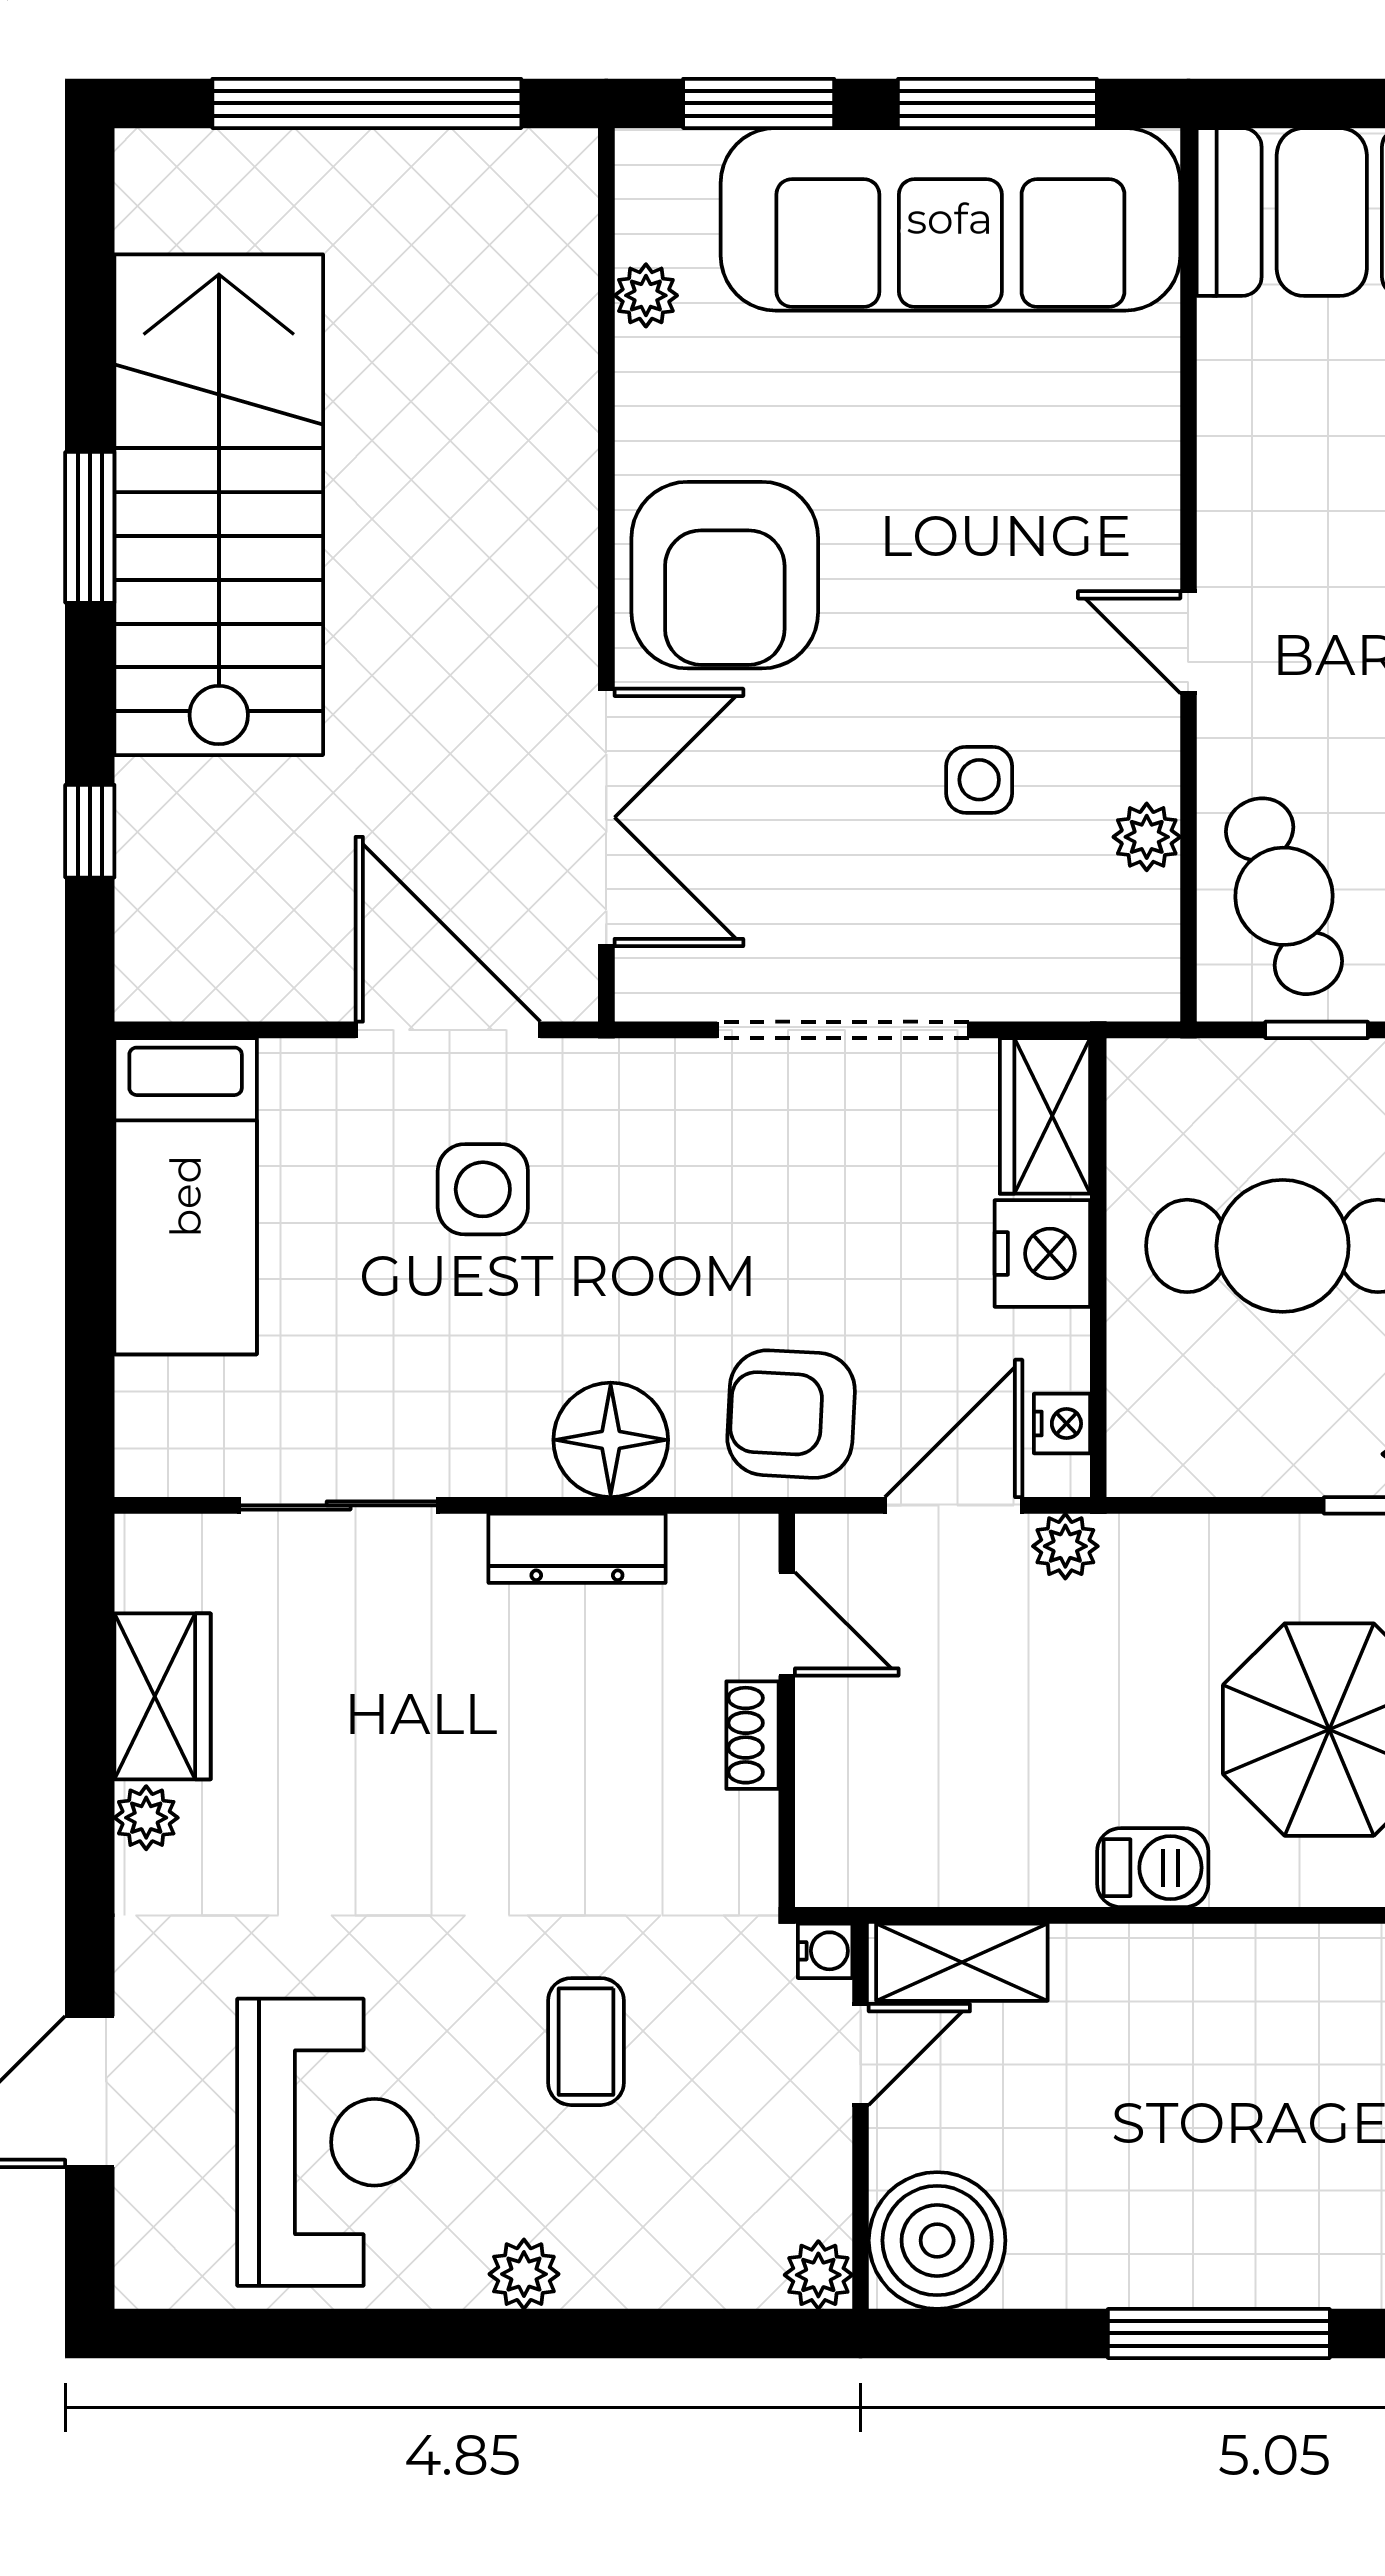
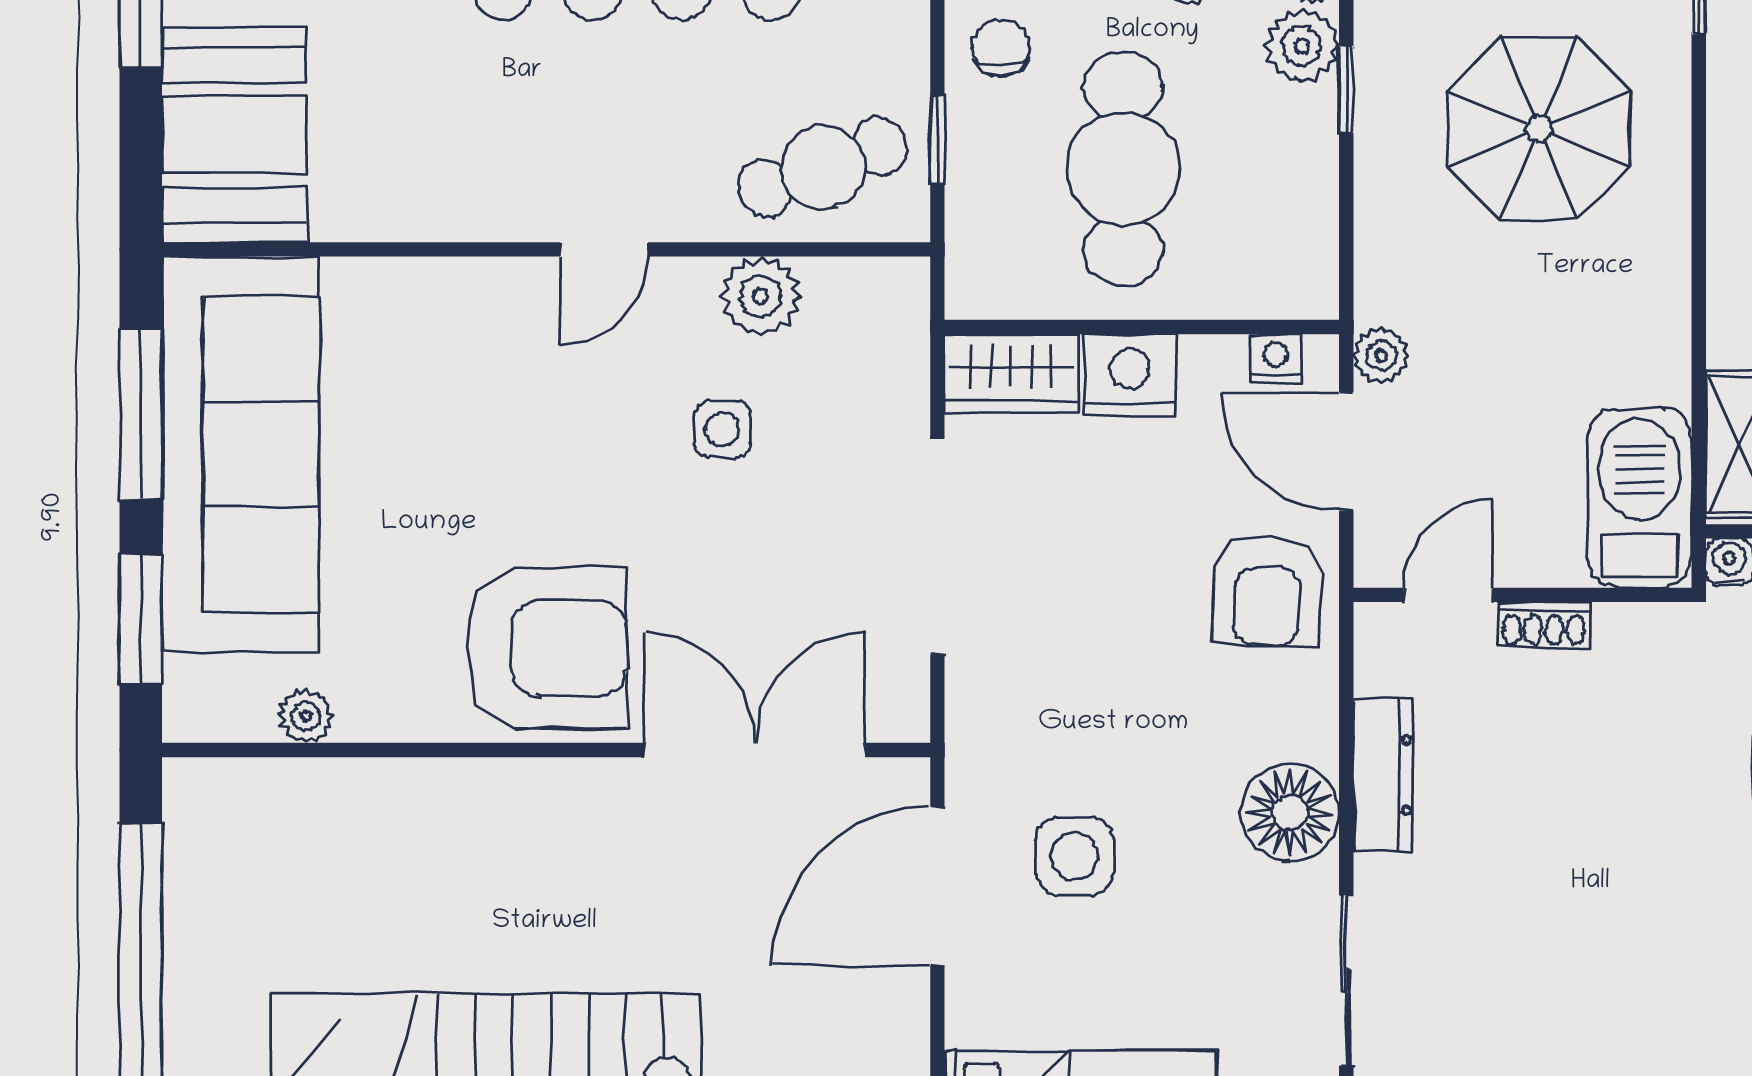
plant: (1147, 837) -> (761, 296), width x1.38, depth x1.38
floor lamp: (611, 1440) -> (1290, 813), moved
barbecue: (1153, 1868) -> (1640, 498), moved, width x1.88, depth x1.53

